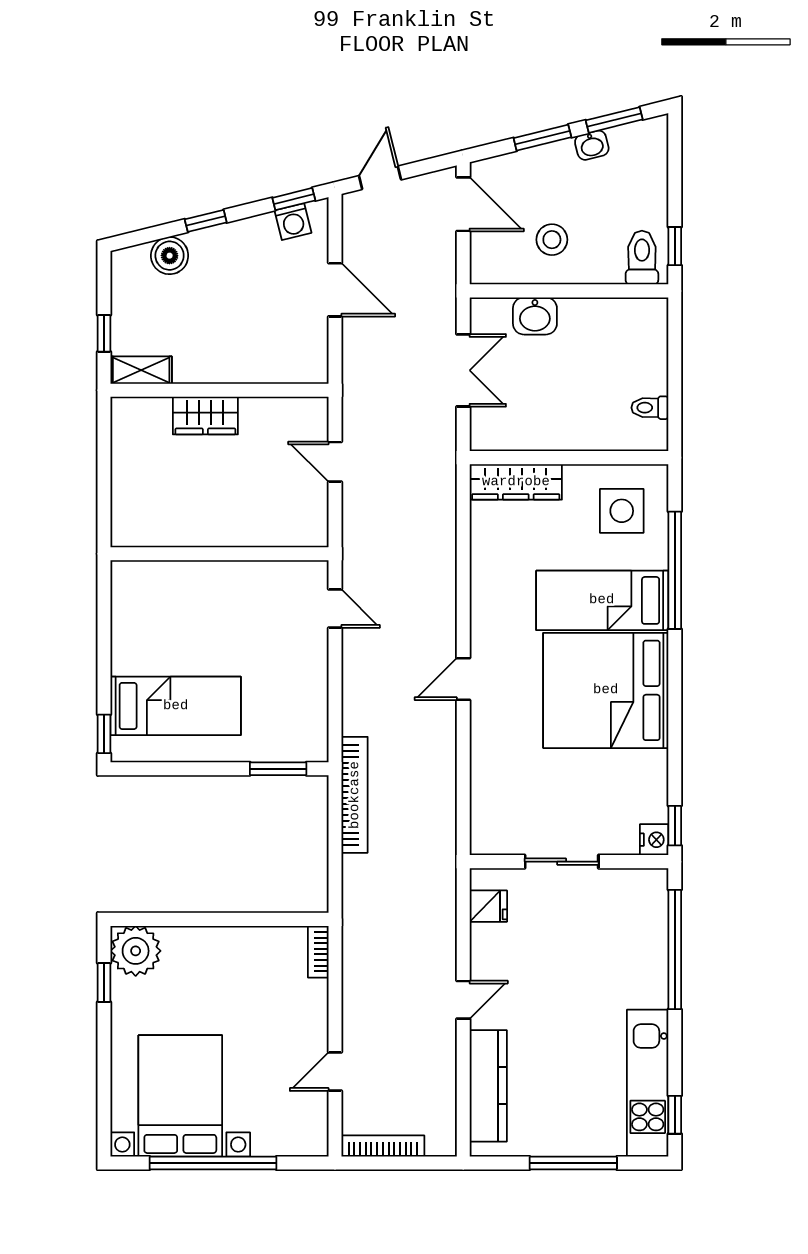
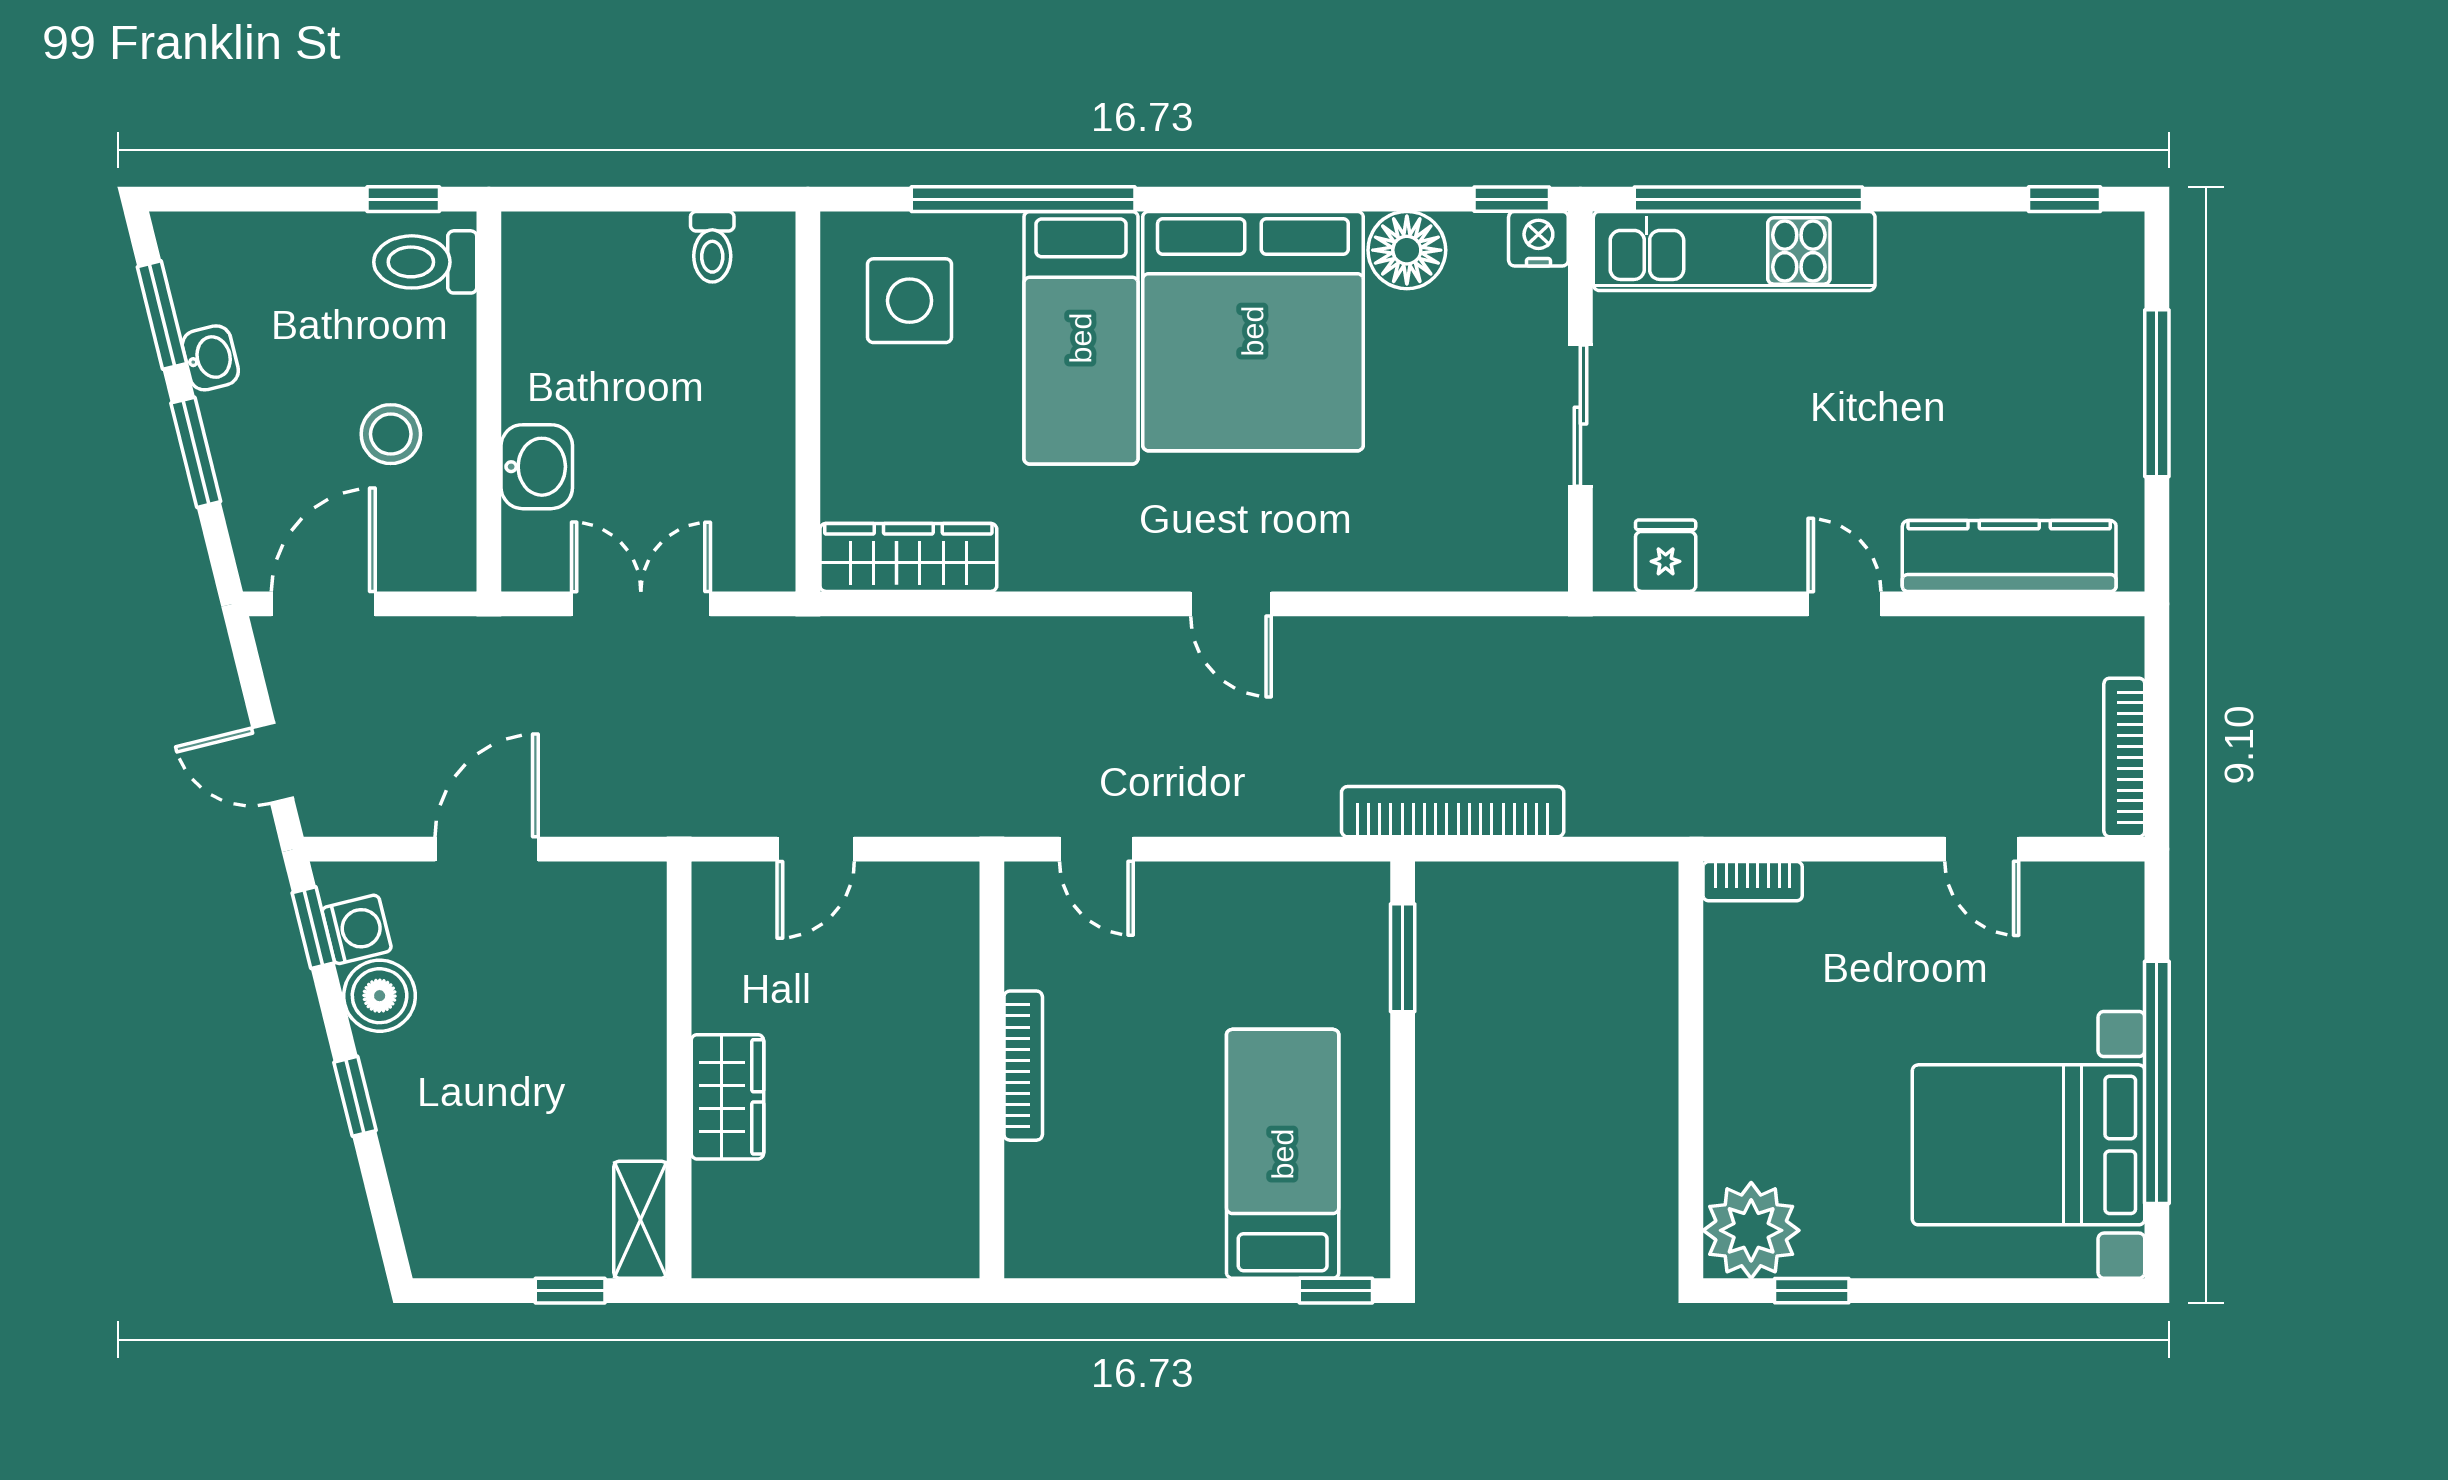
boiler: (170, 256) -> (380, 996), moved
wardrobe: (516, 482) -> (908, 557), moved, turned -90
bookcase: (222, 570) -> (1023, 1066), added
door: (335, 609) -> (1096, 849), swing flipped
floor lamp: (648, 771) -> (1407, 250), added
kitchen unit: (648, 1083) -> (1734, 251), moved

